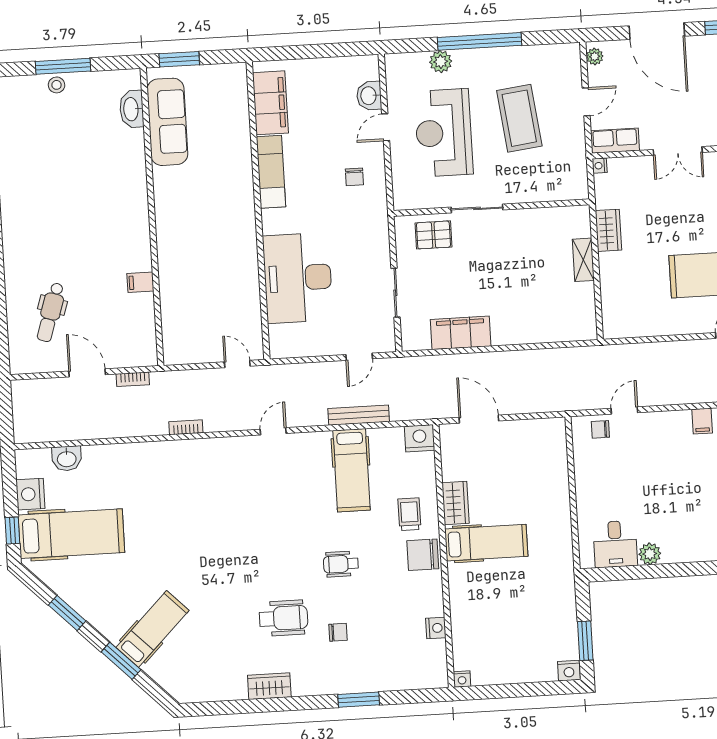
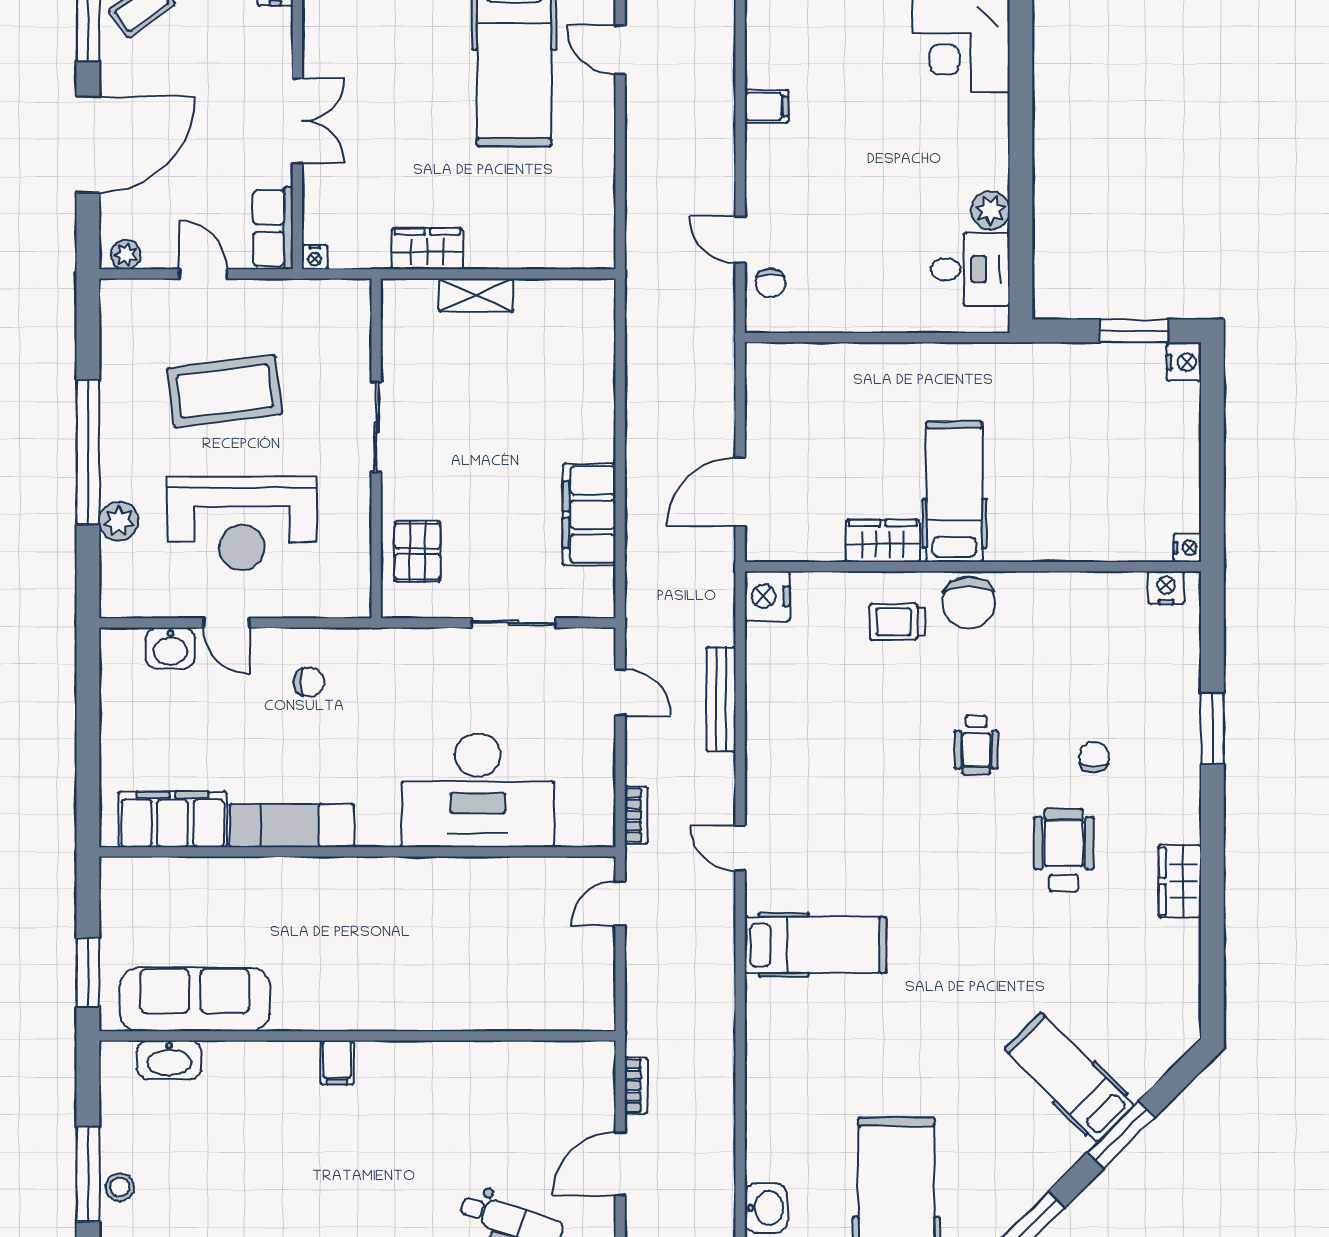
sliding door: (477, 208) -> (376, 427), moved
filing cabinet: (140, 282) -> (337, 1063), moved
bookcase: (186, 427) -> (636, 815), moved, turned 180
hospital bed: (352, 470) -> (816, 945), moved
nightstand: (436, 628) -> (1166, 588), moved

